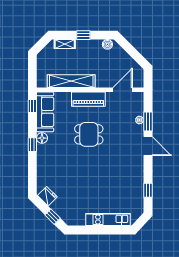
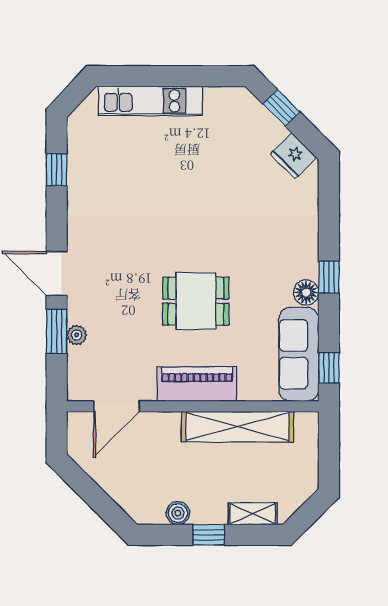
boiler: (107, 44) -> (178, 513), moved

